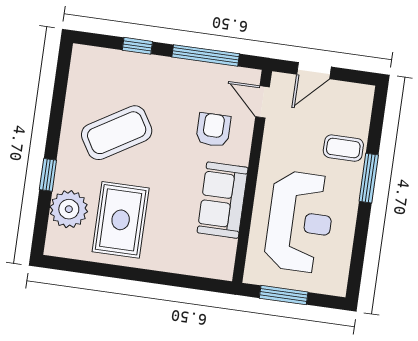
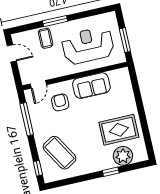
window: (137, 46) -> (38, 168), moved
door: (314, 71) -> (12, 53), moved
armchair: (213, 130) -> (60, 102), turned 90
coffee table: (117, 133) -> (60, 153), moved

